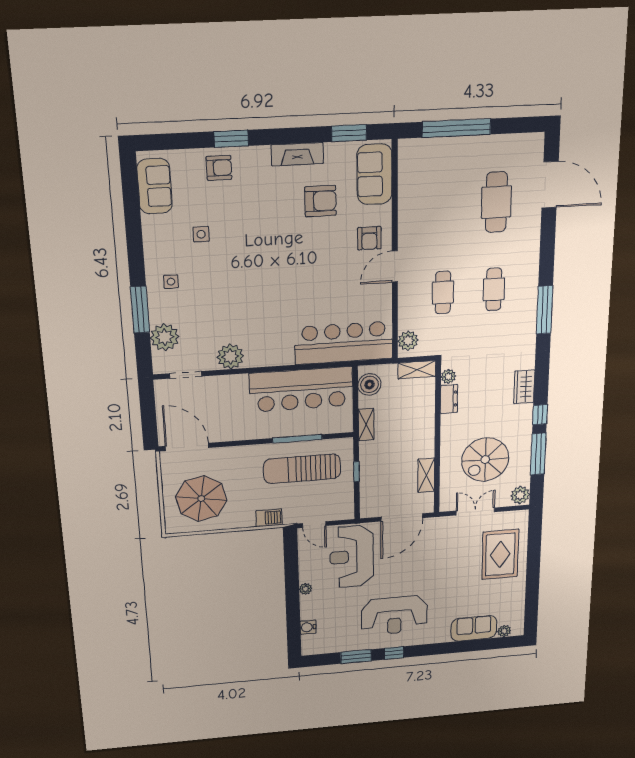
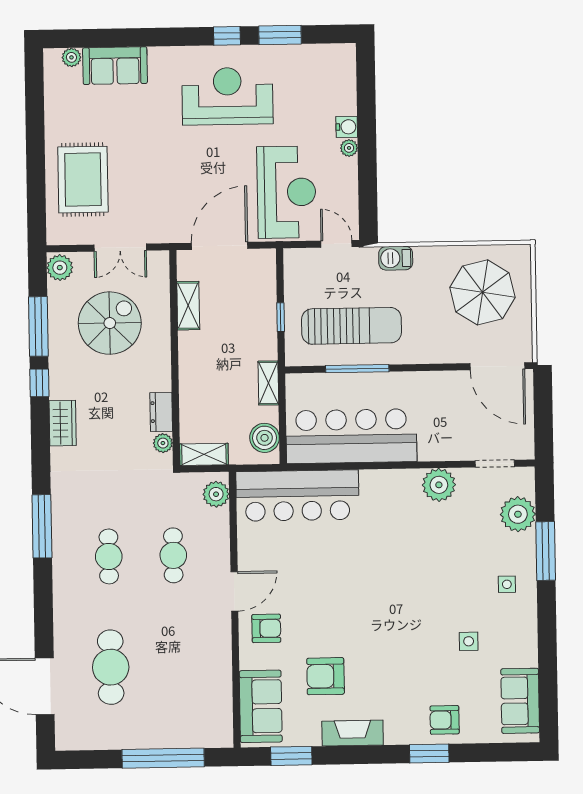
armchair: (369, 238) -> (266, 628), turned 90
water cooler: (308, 627) -> (347, 127), moved

